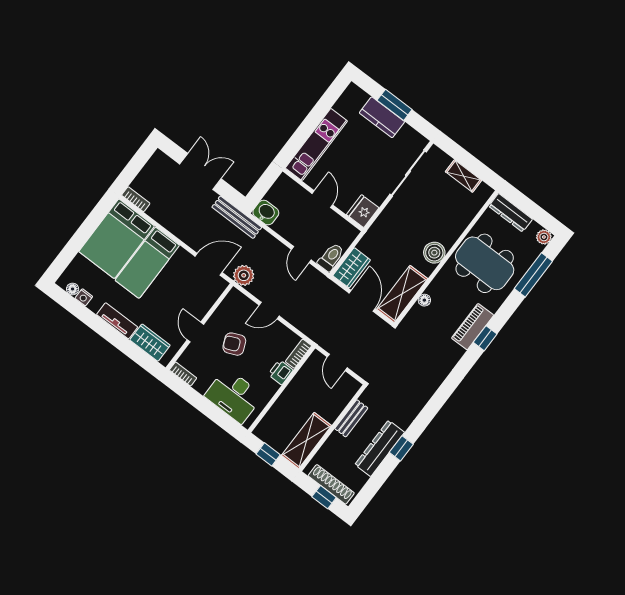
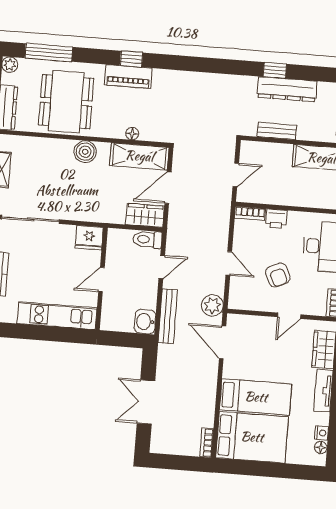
bench: (237, 217) -> (168, 316), moved

